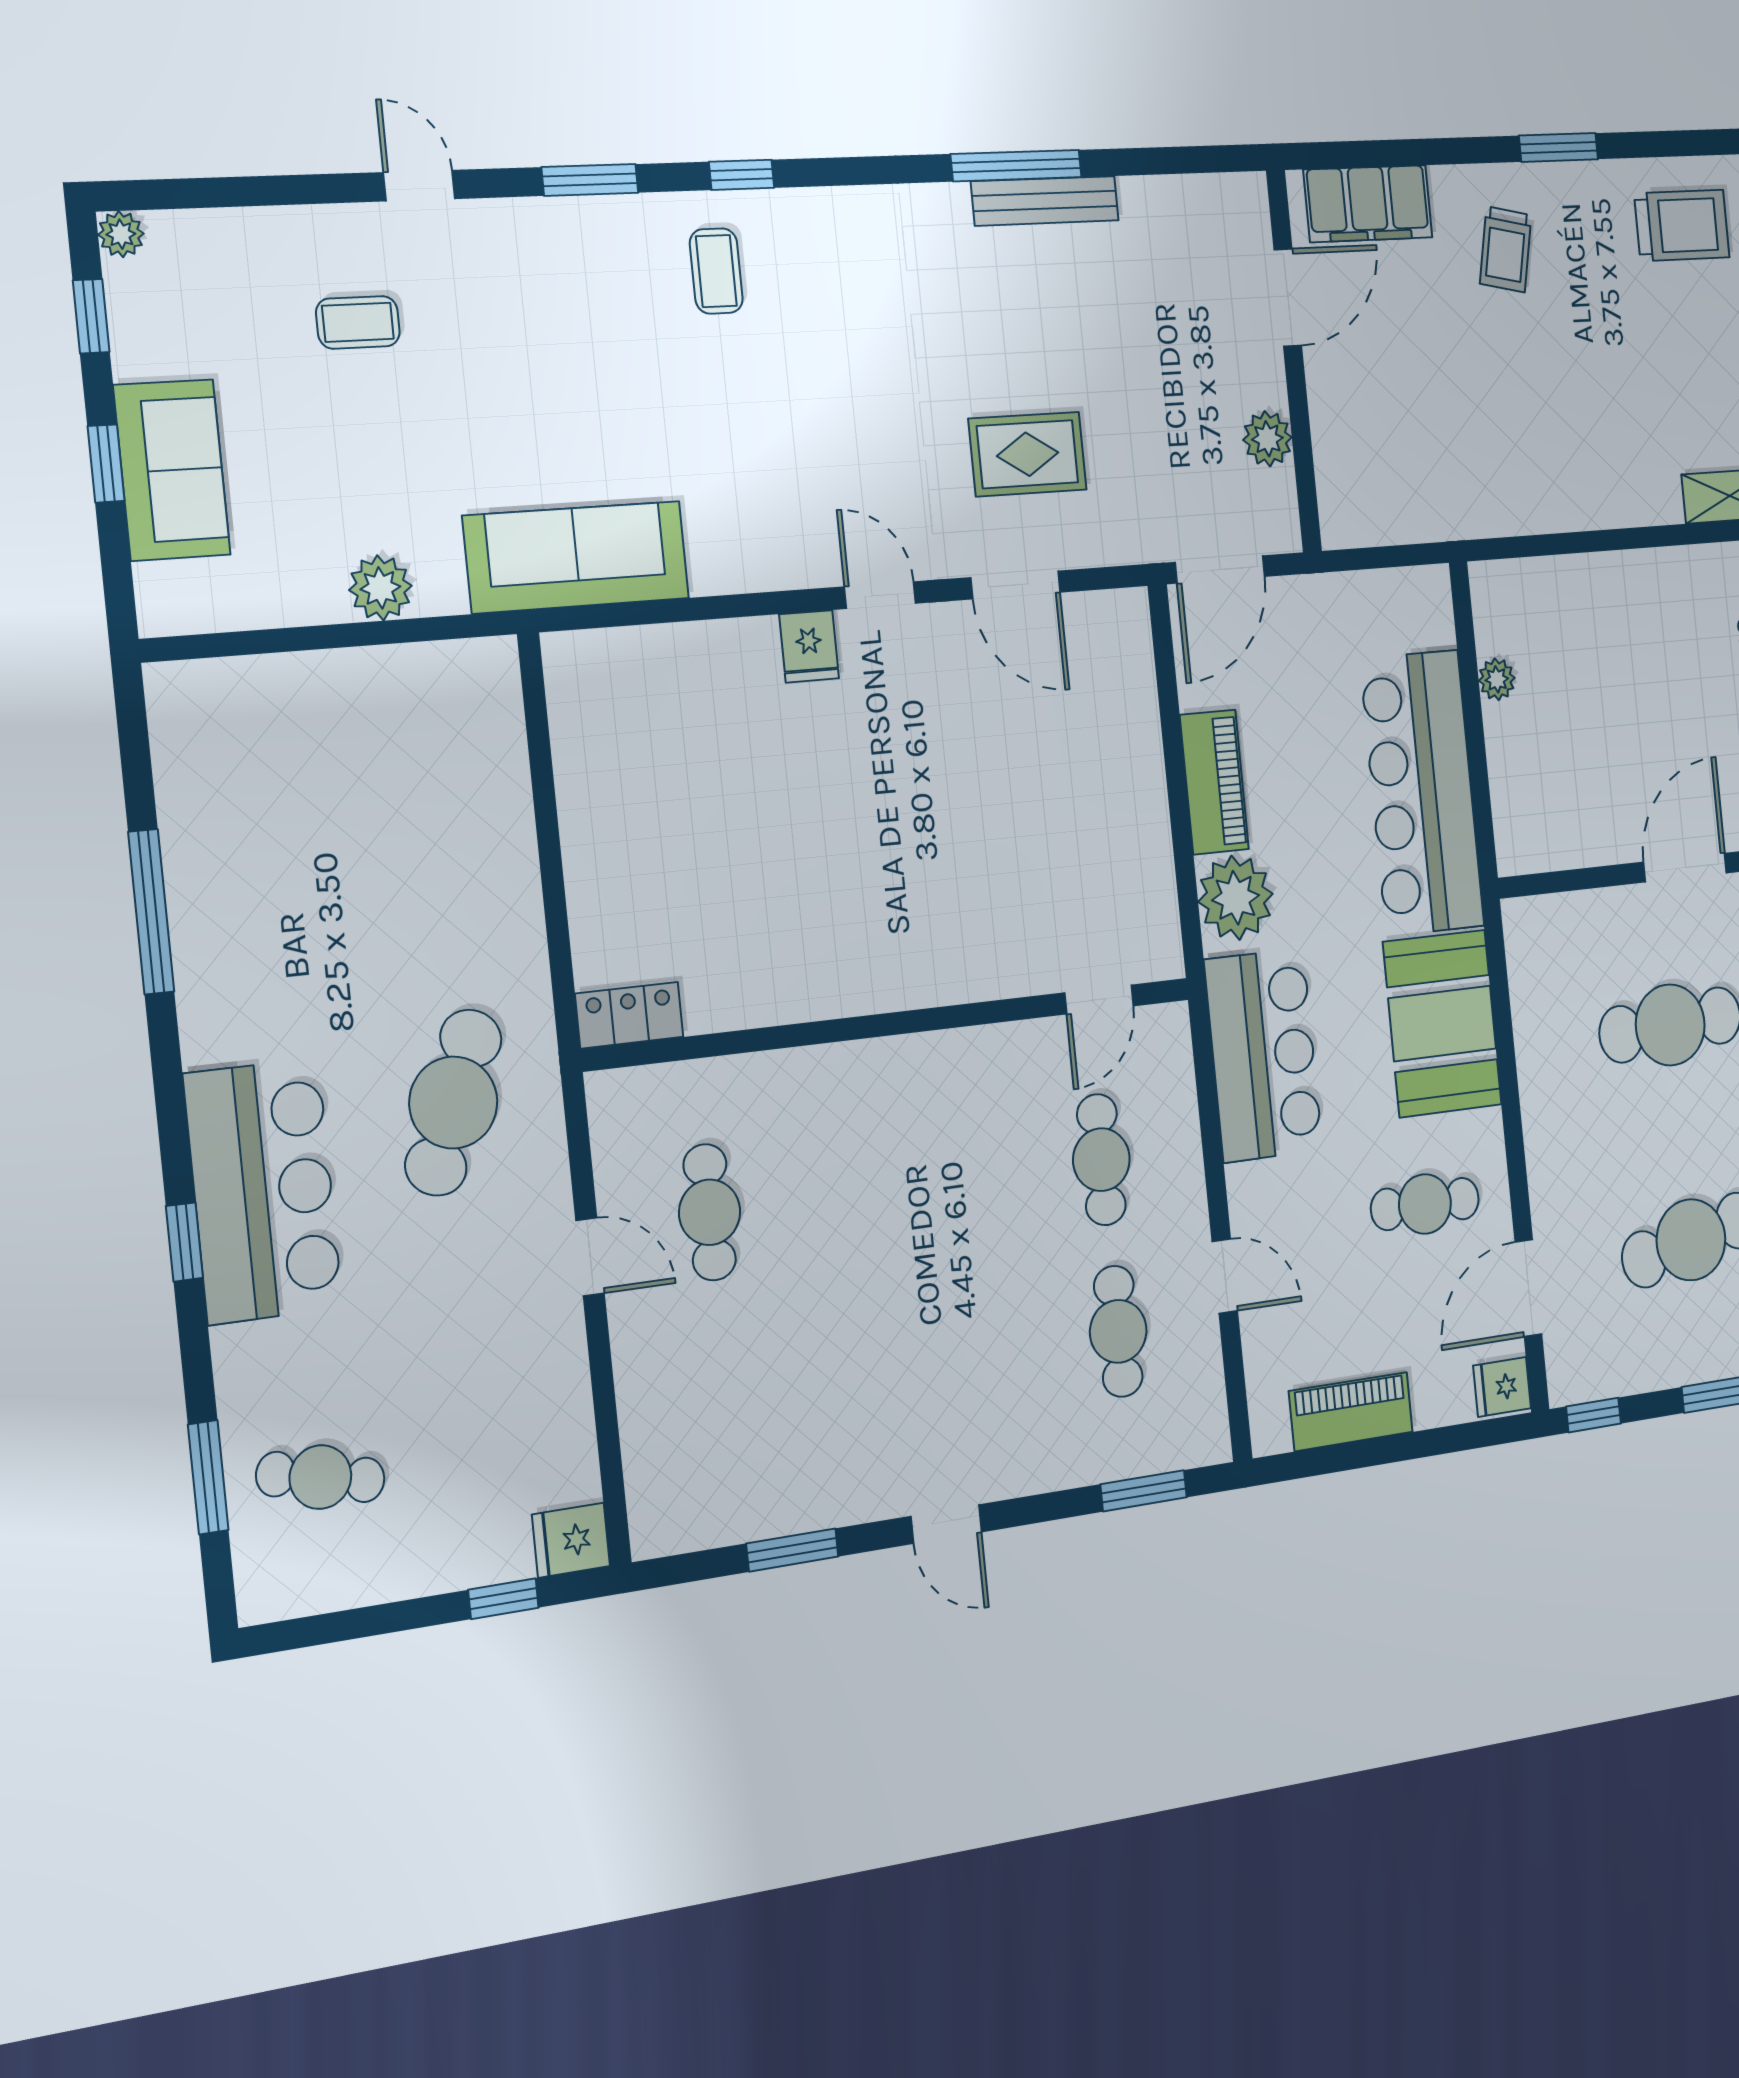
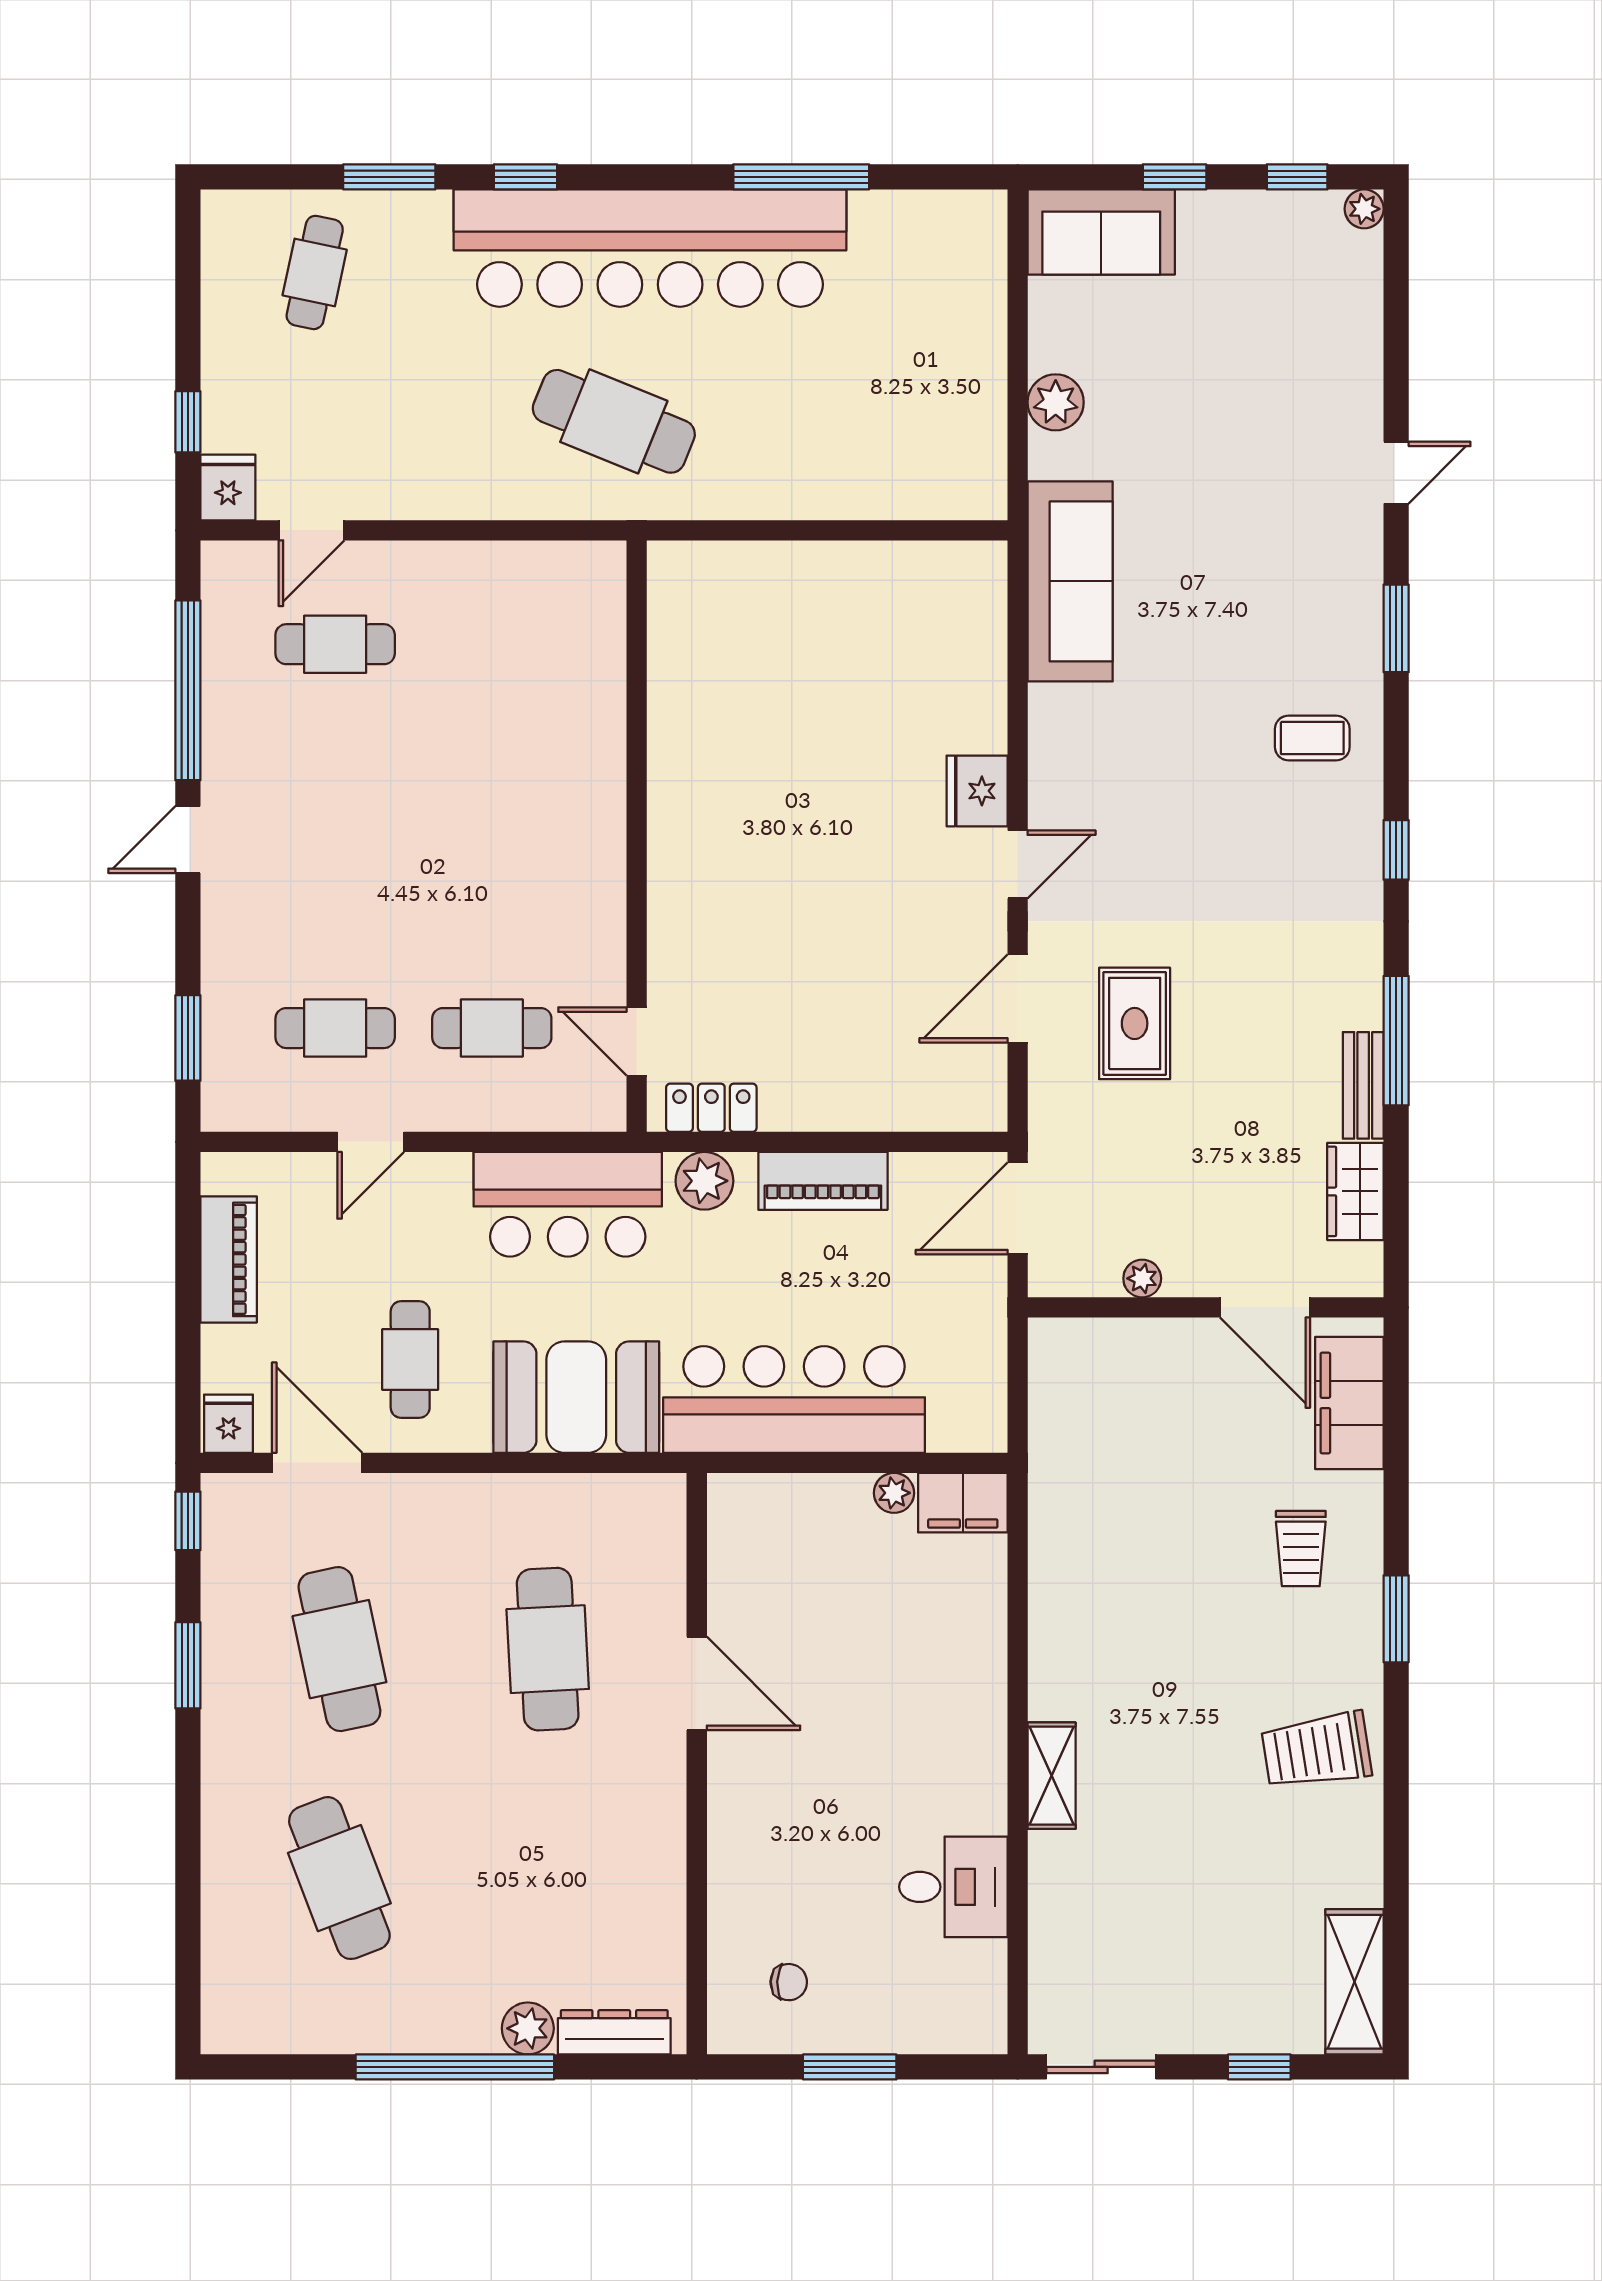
window: (742, 175) -> (1396, 850), moved
bench: (1045, 201) -> (1363, 1085), width x0.73
wardrobe: (1168, 205) -> (1355, 1191), added
trolley: (1682, 225) -> (1316, 1751), turned 81
trolley: (1506, 249) -> (1301, 1549), turned -102
coffee table: (358, 322) -> (1282, 406), removed
plant: (1267, 439) -> (1142, 1278), width x0.73, depth x0.73
sofa: (172, 470) -> (1101, 232), moved
door: (1220, 569) -> (1018, 1208), hinge flipped
filing cabinet: (1499, 606) -> (963, 1503), added
fridge: (809, 646) -> (977, 791), width x1.38
plant: (1236, 898) -> (704, 1181), width x0.73, depth x0.73
locker: (629, 1015) -> (711, 1108), moved, turned -90
bar counter: (263, 1191) -> (650, 248), width x1.86
cafe table: (710, 1212) -> (335, 644), moved
door: (590, 1257) -> (311, 530), moved
window: (208, 1477) -> (389, 177), moved
window: (792, 1550) -> (188, 690), width x2.11

